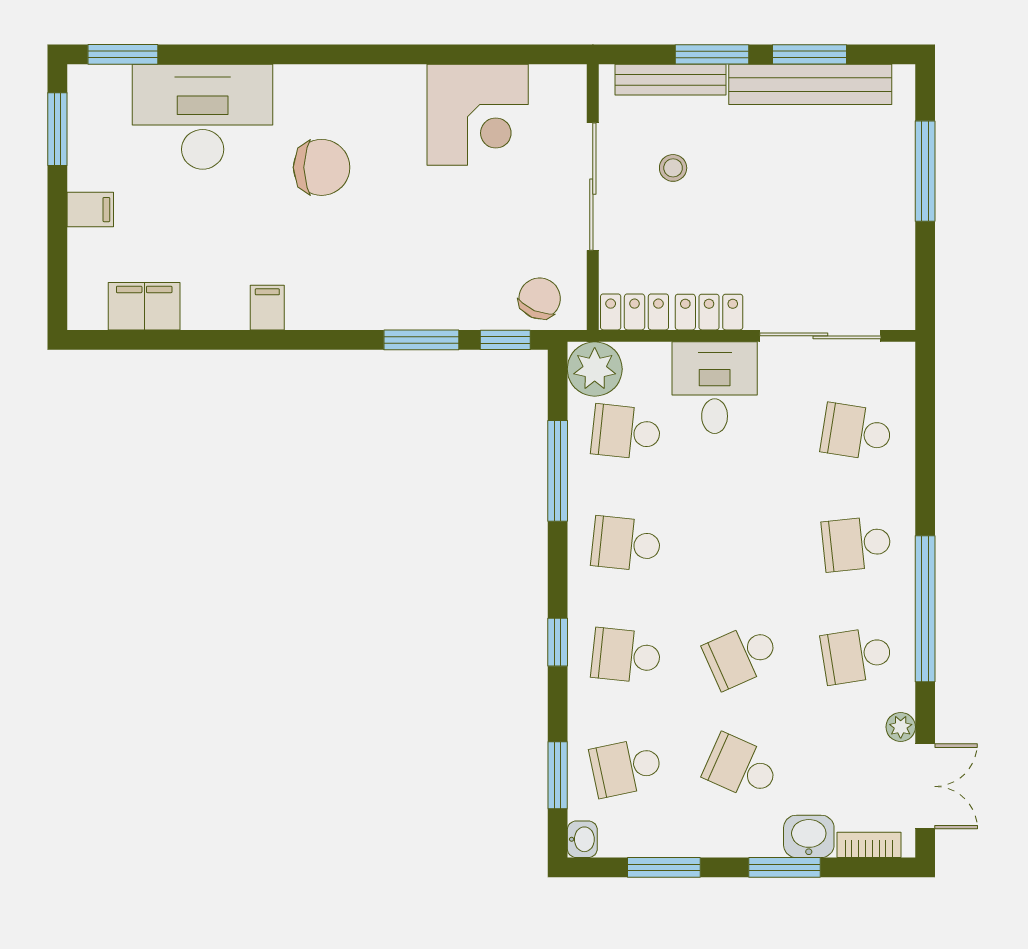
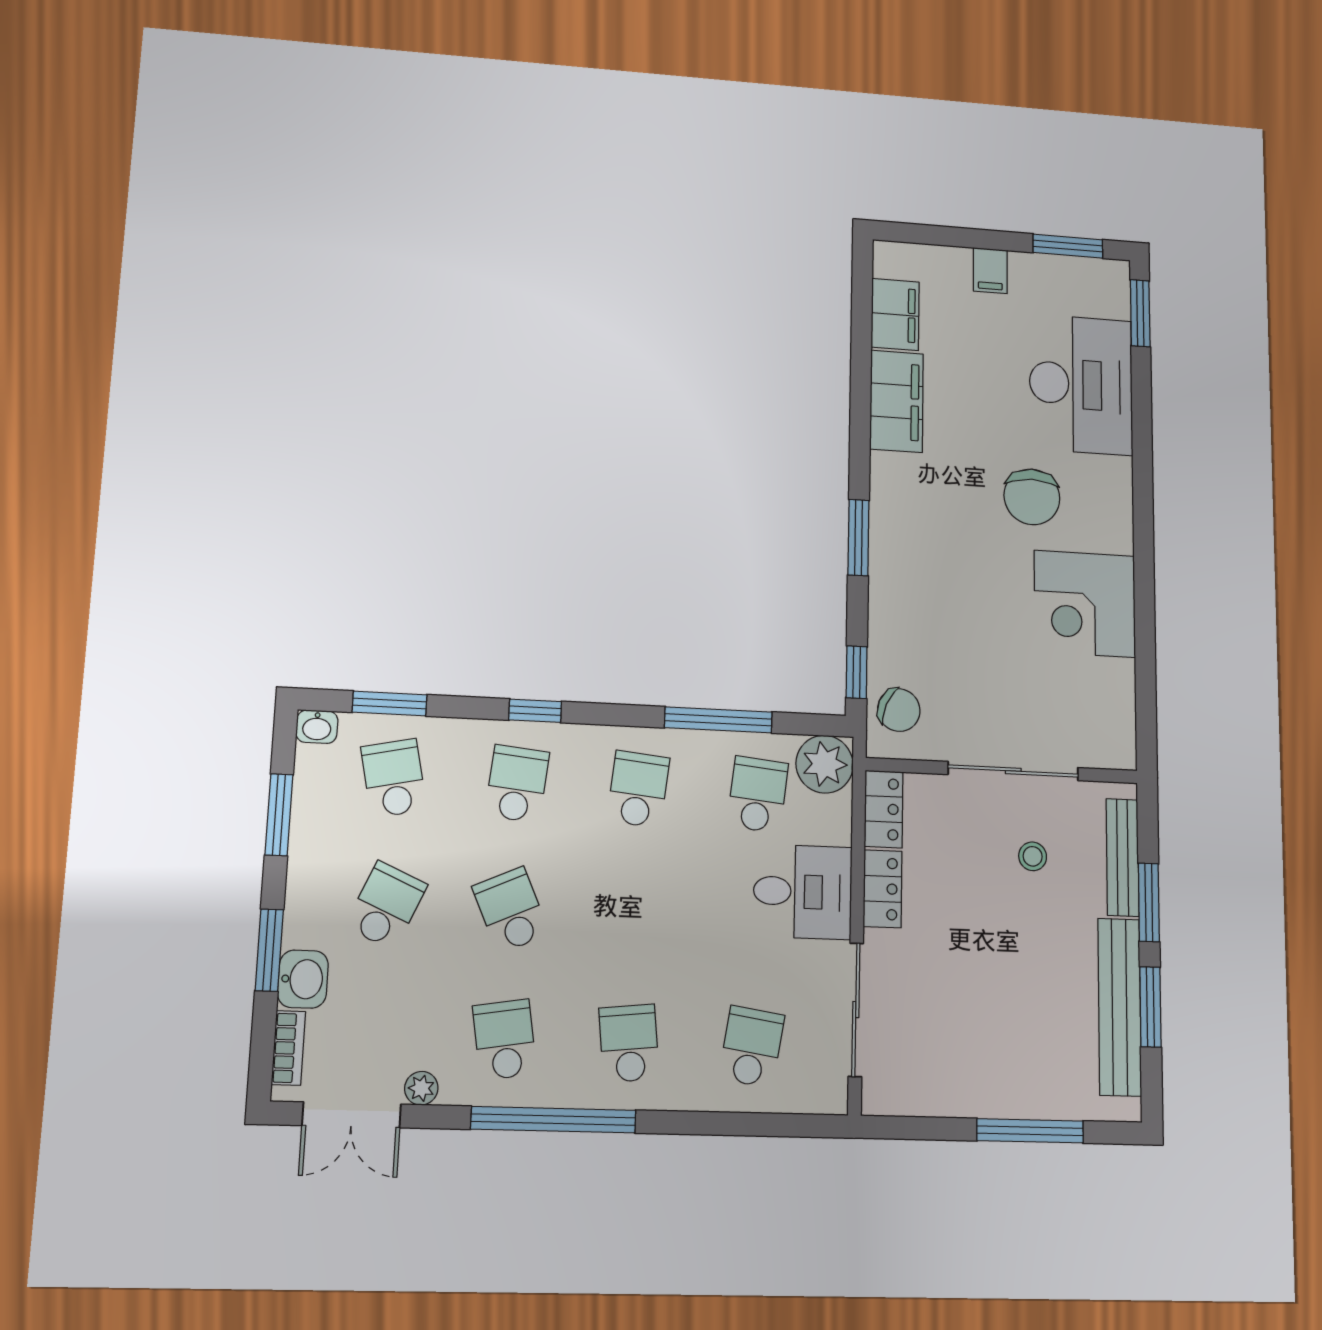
corner desk: (478, 115) -> (1085, 604), moved
filing cabinet: (267, 308) -> (897, 401), width x3.00, depth x1.17
window: (421, 340) -> (858, 538), moved

